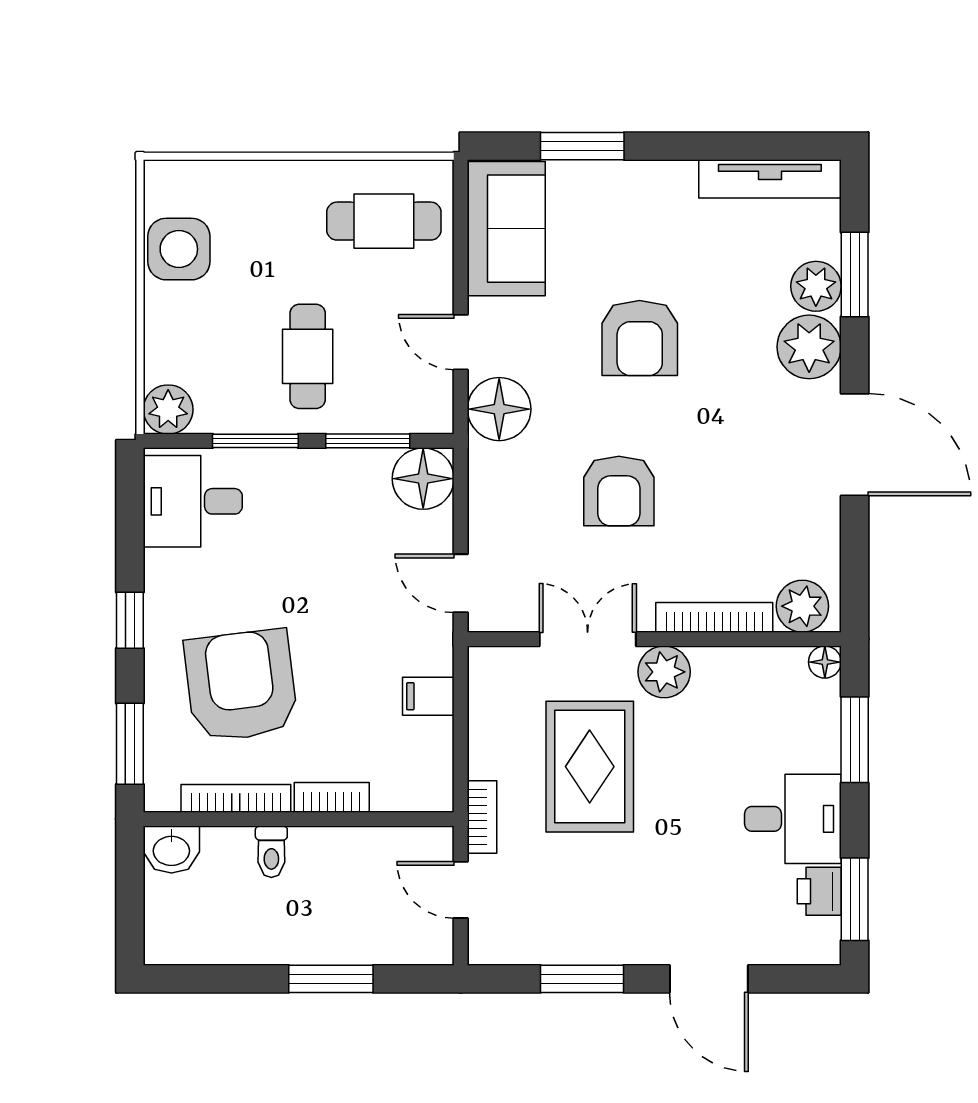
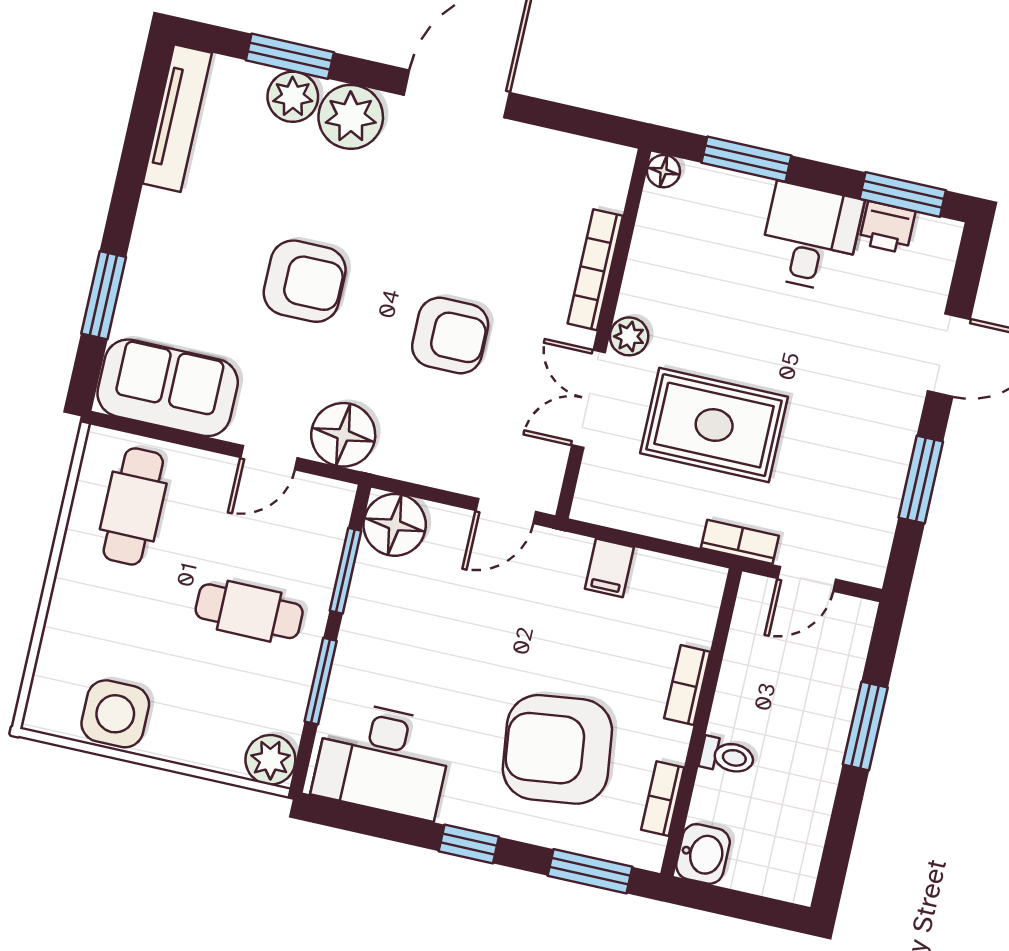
desk: (193, 501) -> (383, 760), width x1.37
plant: (802, 606) -> (604, 181), removed
plant: (664, 672) -> (629, 336), width x0.73, depth x0.73
bookcase: (236, 798) -> (663, 799), width x0.64

